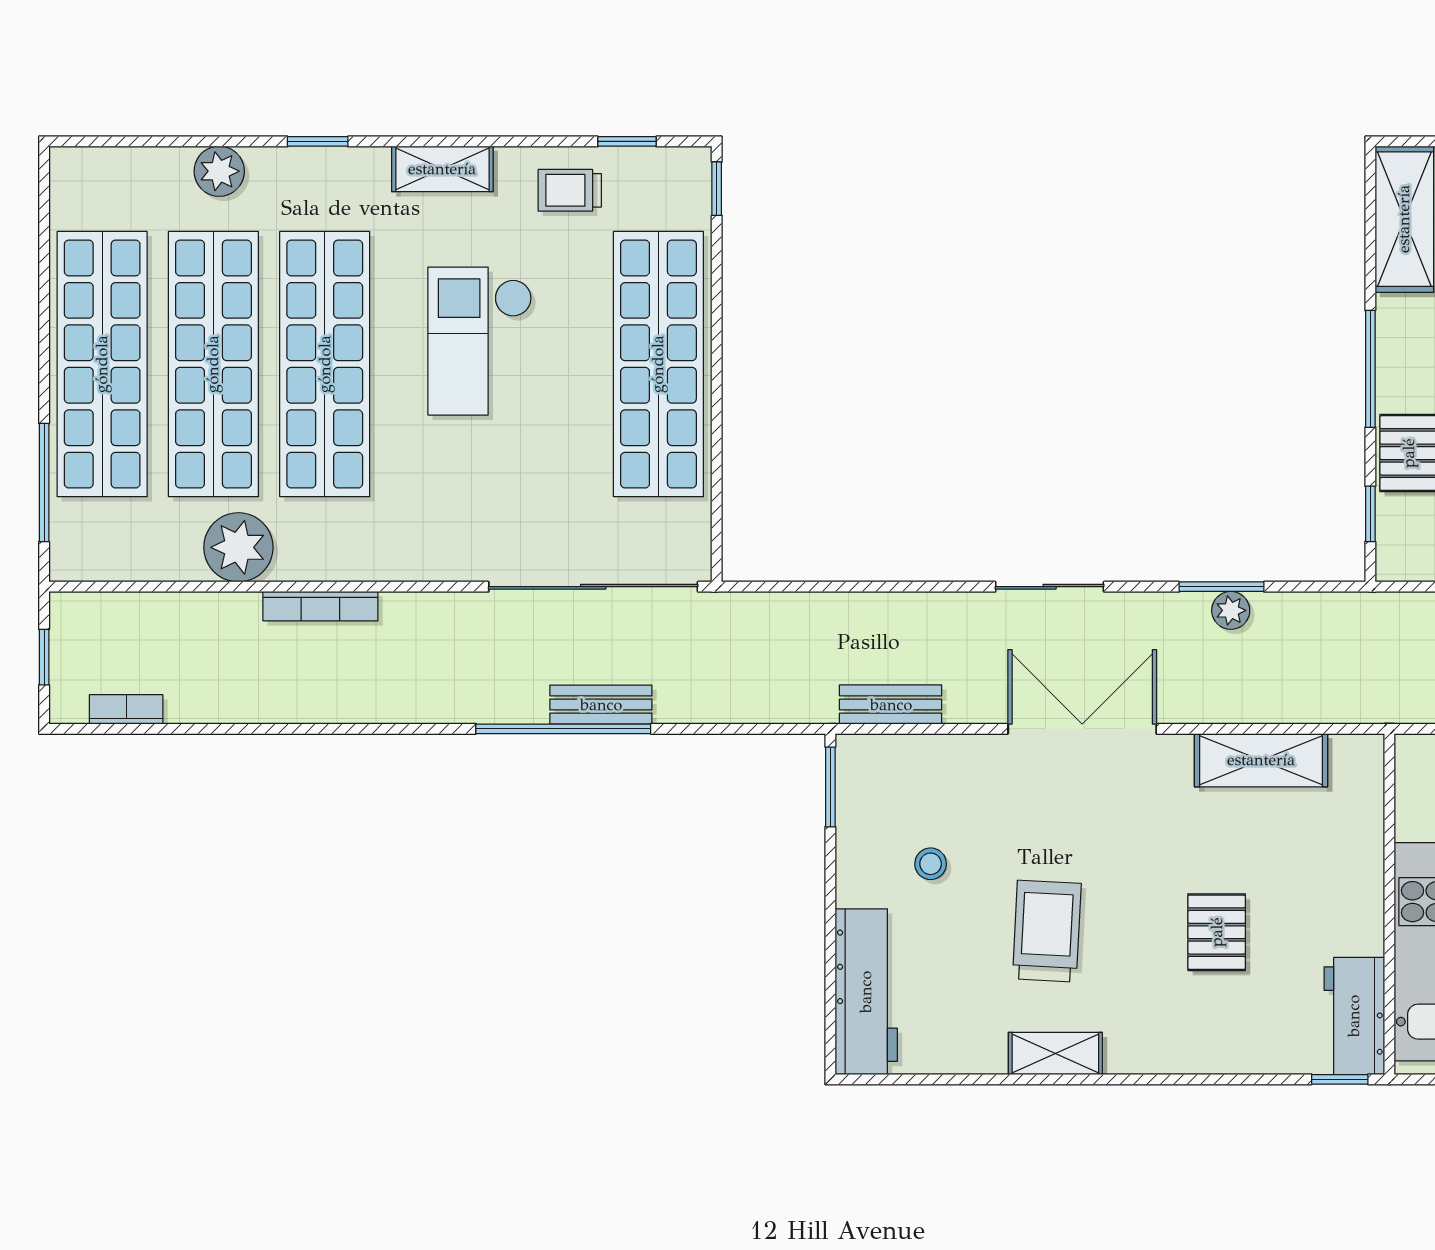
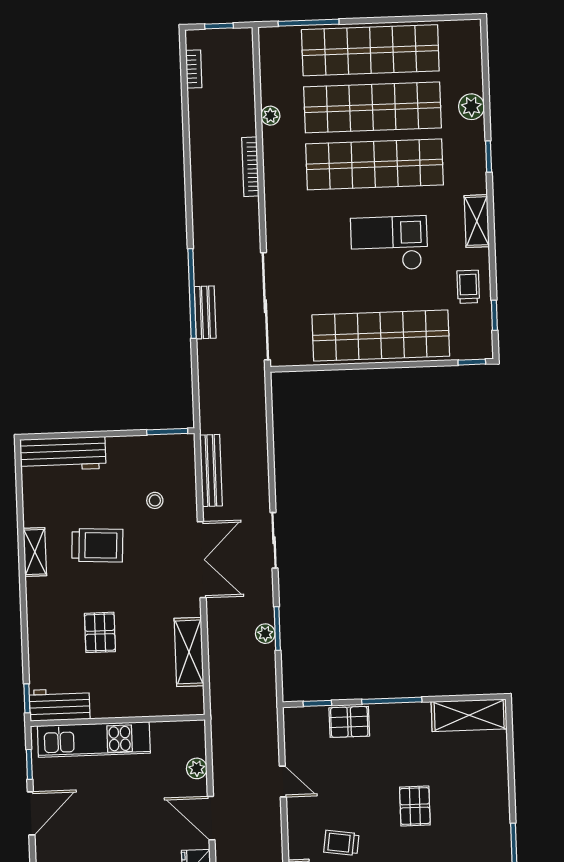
plant: (238, 547) -> (270, 116), width x0.53, depth x0.53
bench: (891, 705) -> (211, 470), width x1.36
stool: (931, 864) -> (155, 500), moved
pallet: (1217, 932) -> (100, 632), turned 90

